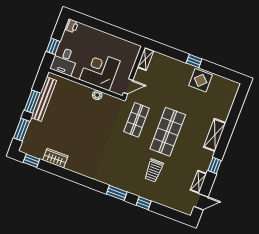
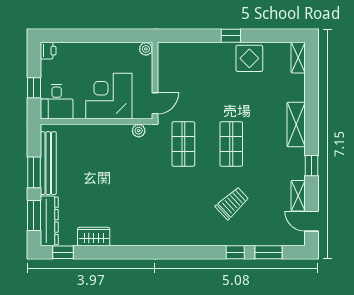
plant: (136, 49) -> (146, 49), added
shelving: (145, 59) -> (298, 58), moved
plant: (97, 95) -> (139, 131), moved
shop shelf: (168, 132) -> (231, 144), width x0.70, depth x0.74
dresser: (30, 137) -> (49, 221), added
trolley: (154, 170) -> (232, 203), turned -133
window: (117, 193) -> (268, 252), moved
door: (201, 202) -> (311, 221), swing flipped

